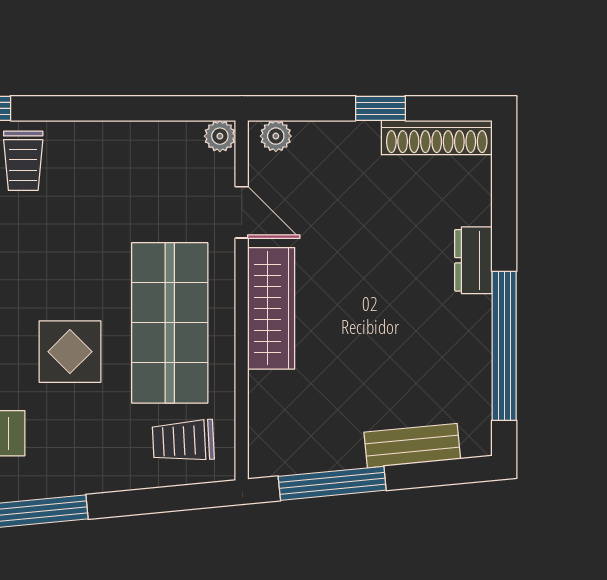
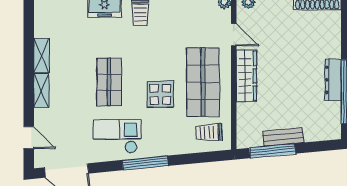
dresser: (473, 260) -> (333, 80), moved, width x1.44
bench: (412, 446) -> (283, 137), moved

